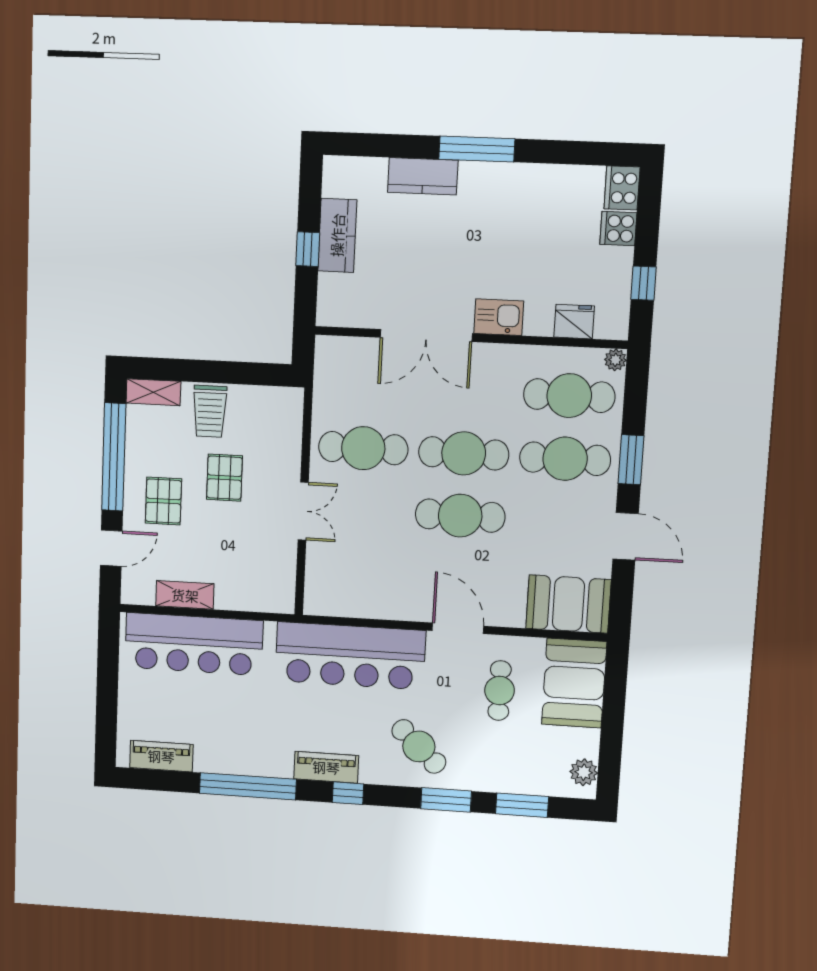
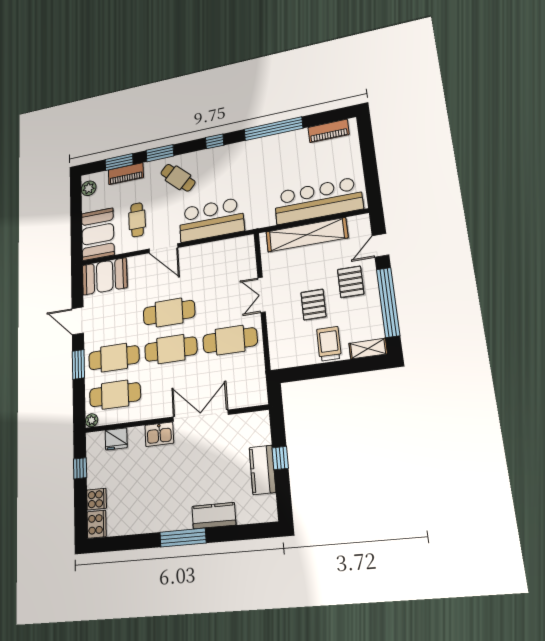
shelving: (185, 595) -> (307, 235), width x2.20, depth x1.33
bar counter: (350, 656) -> (211, 220), width x0.73
piano: (326, 767) -> (126, 174), moved

